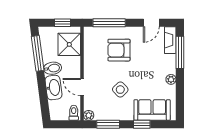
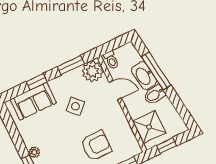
window: (38, 53) -> (156, 71), moved
plant: (171, 79) -> (34, 152), moved
plant: (89, 115) -> (92, 71), width x1.88, depth x1.88

